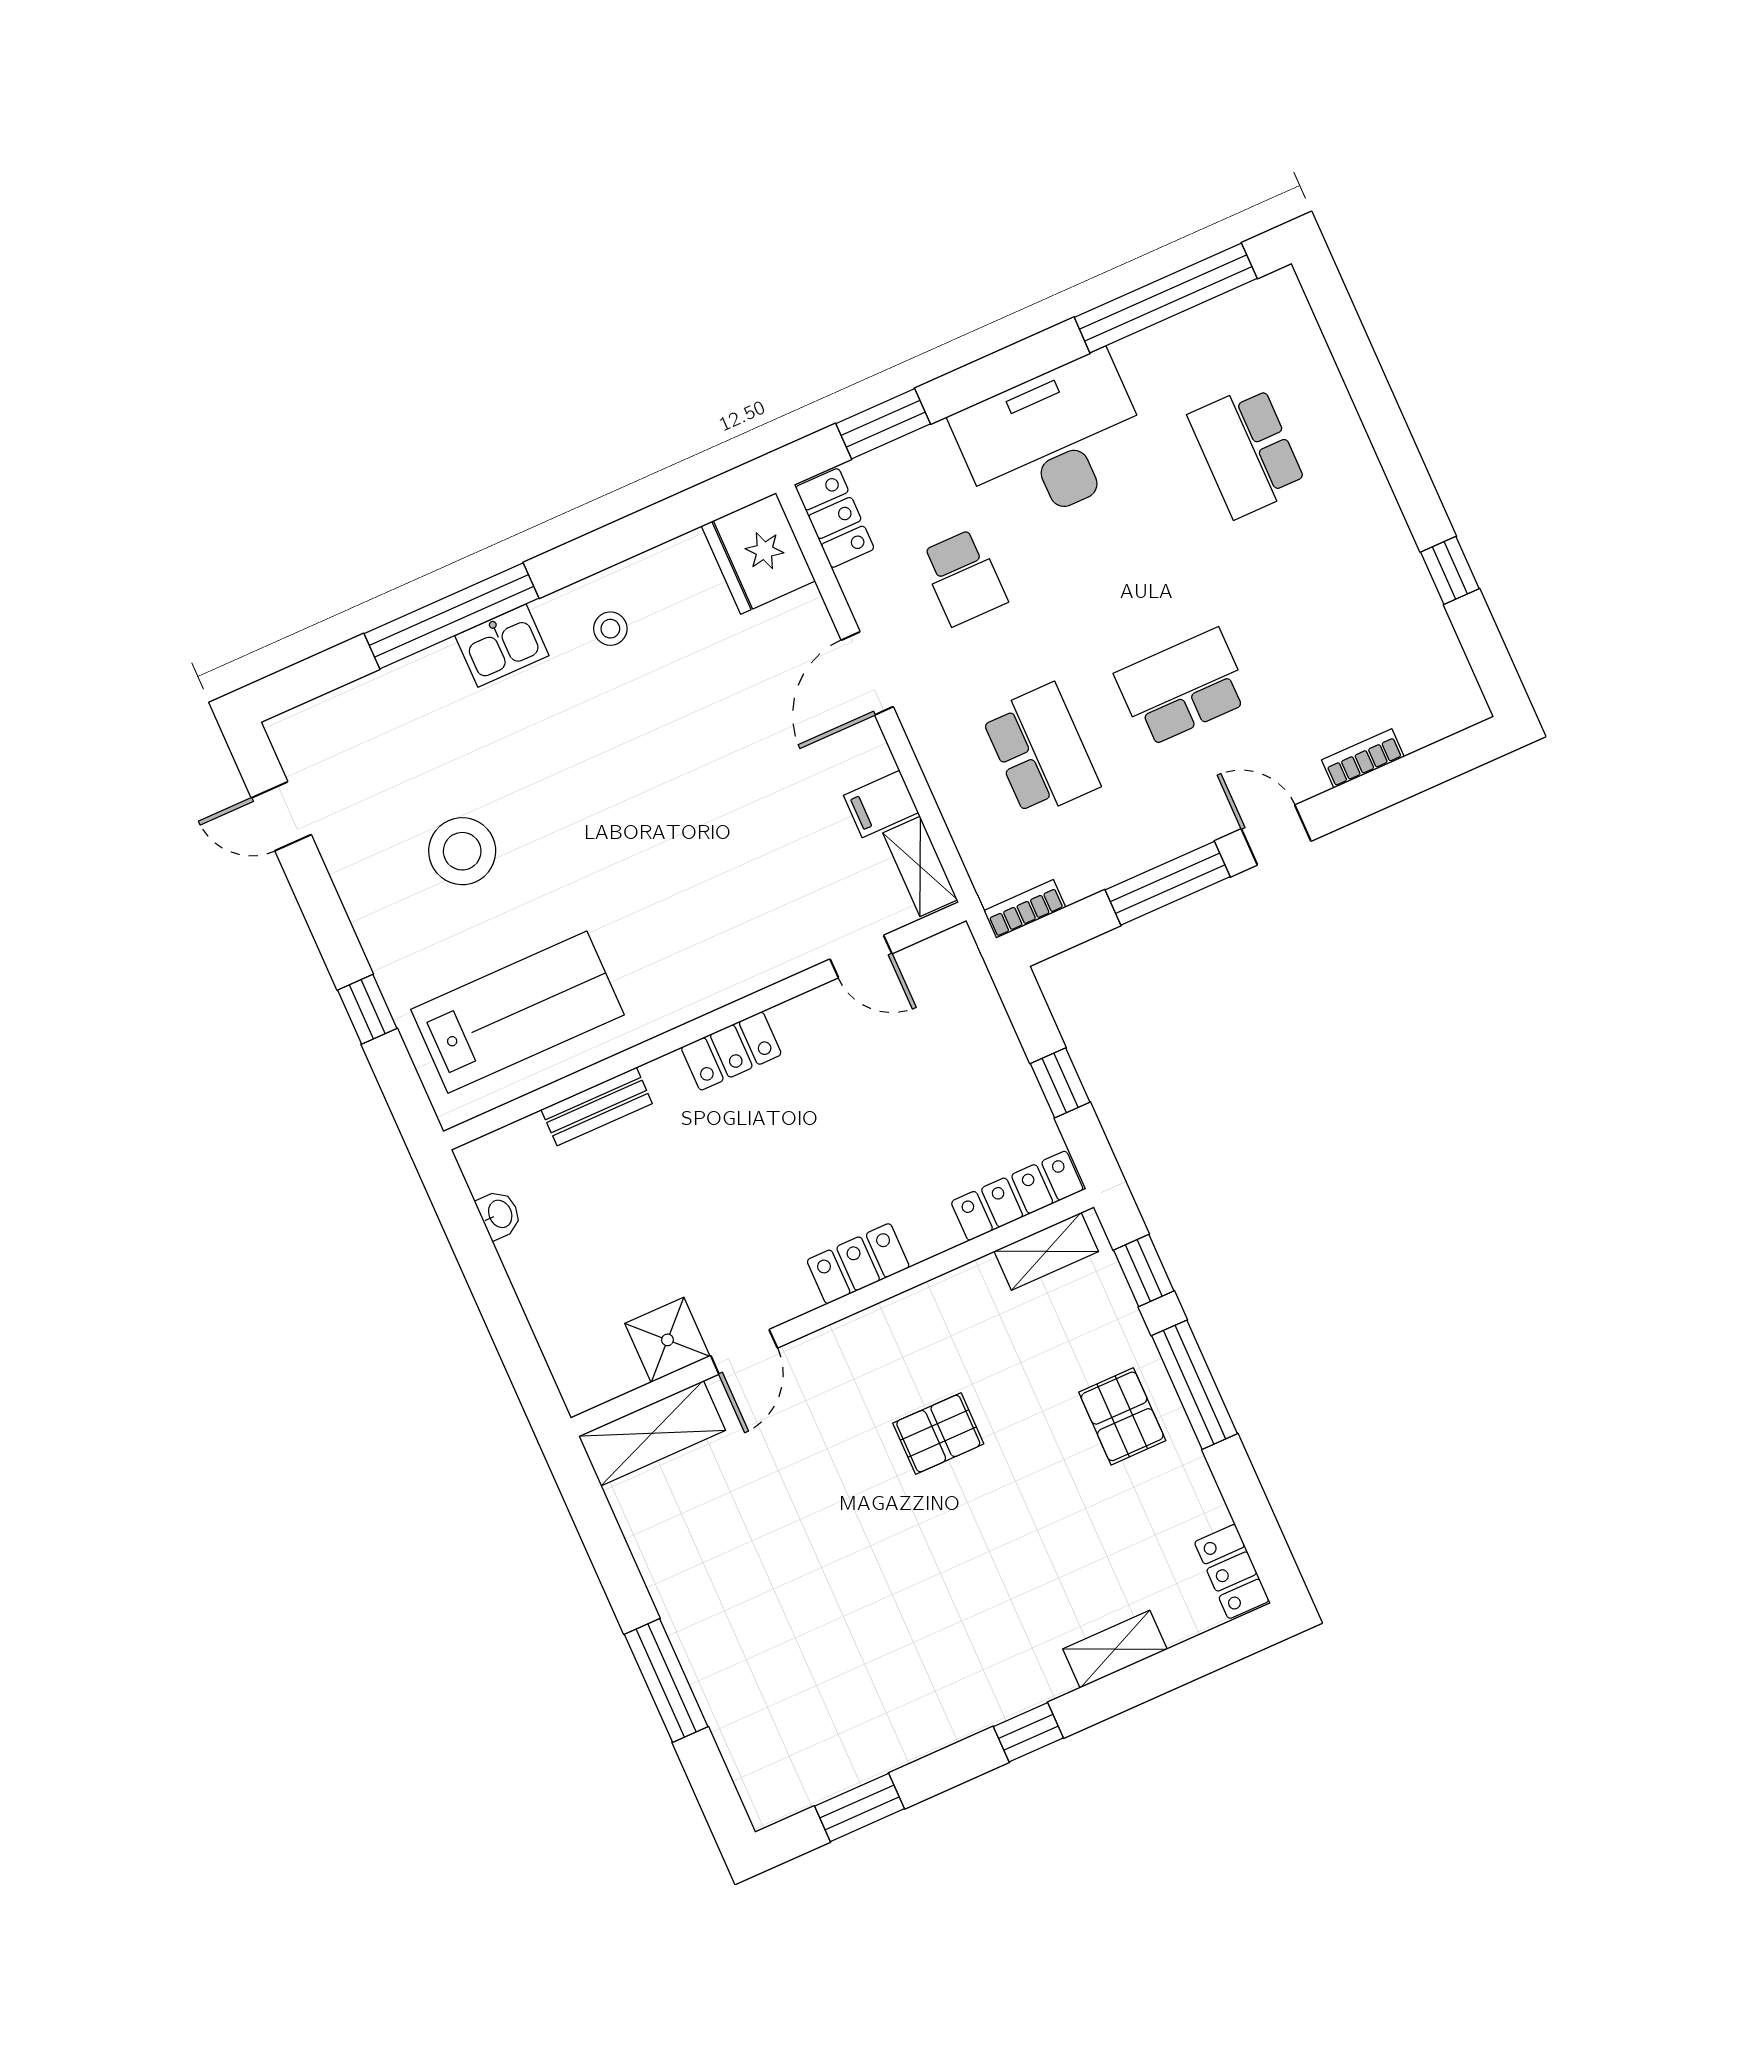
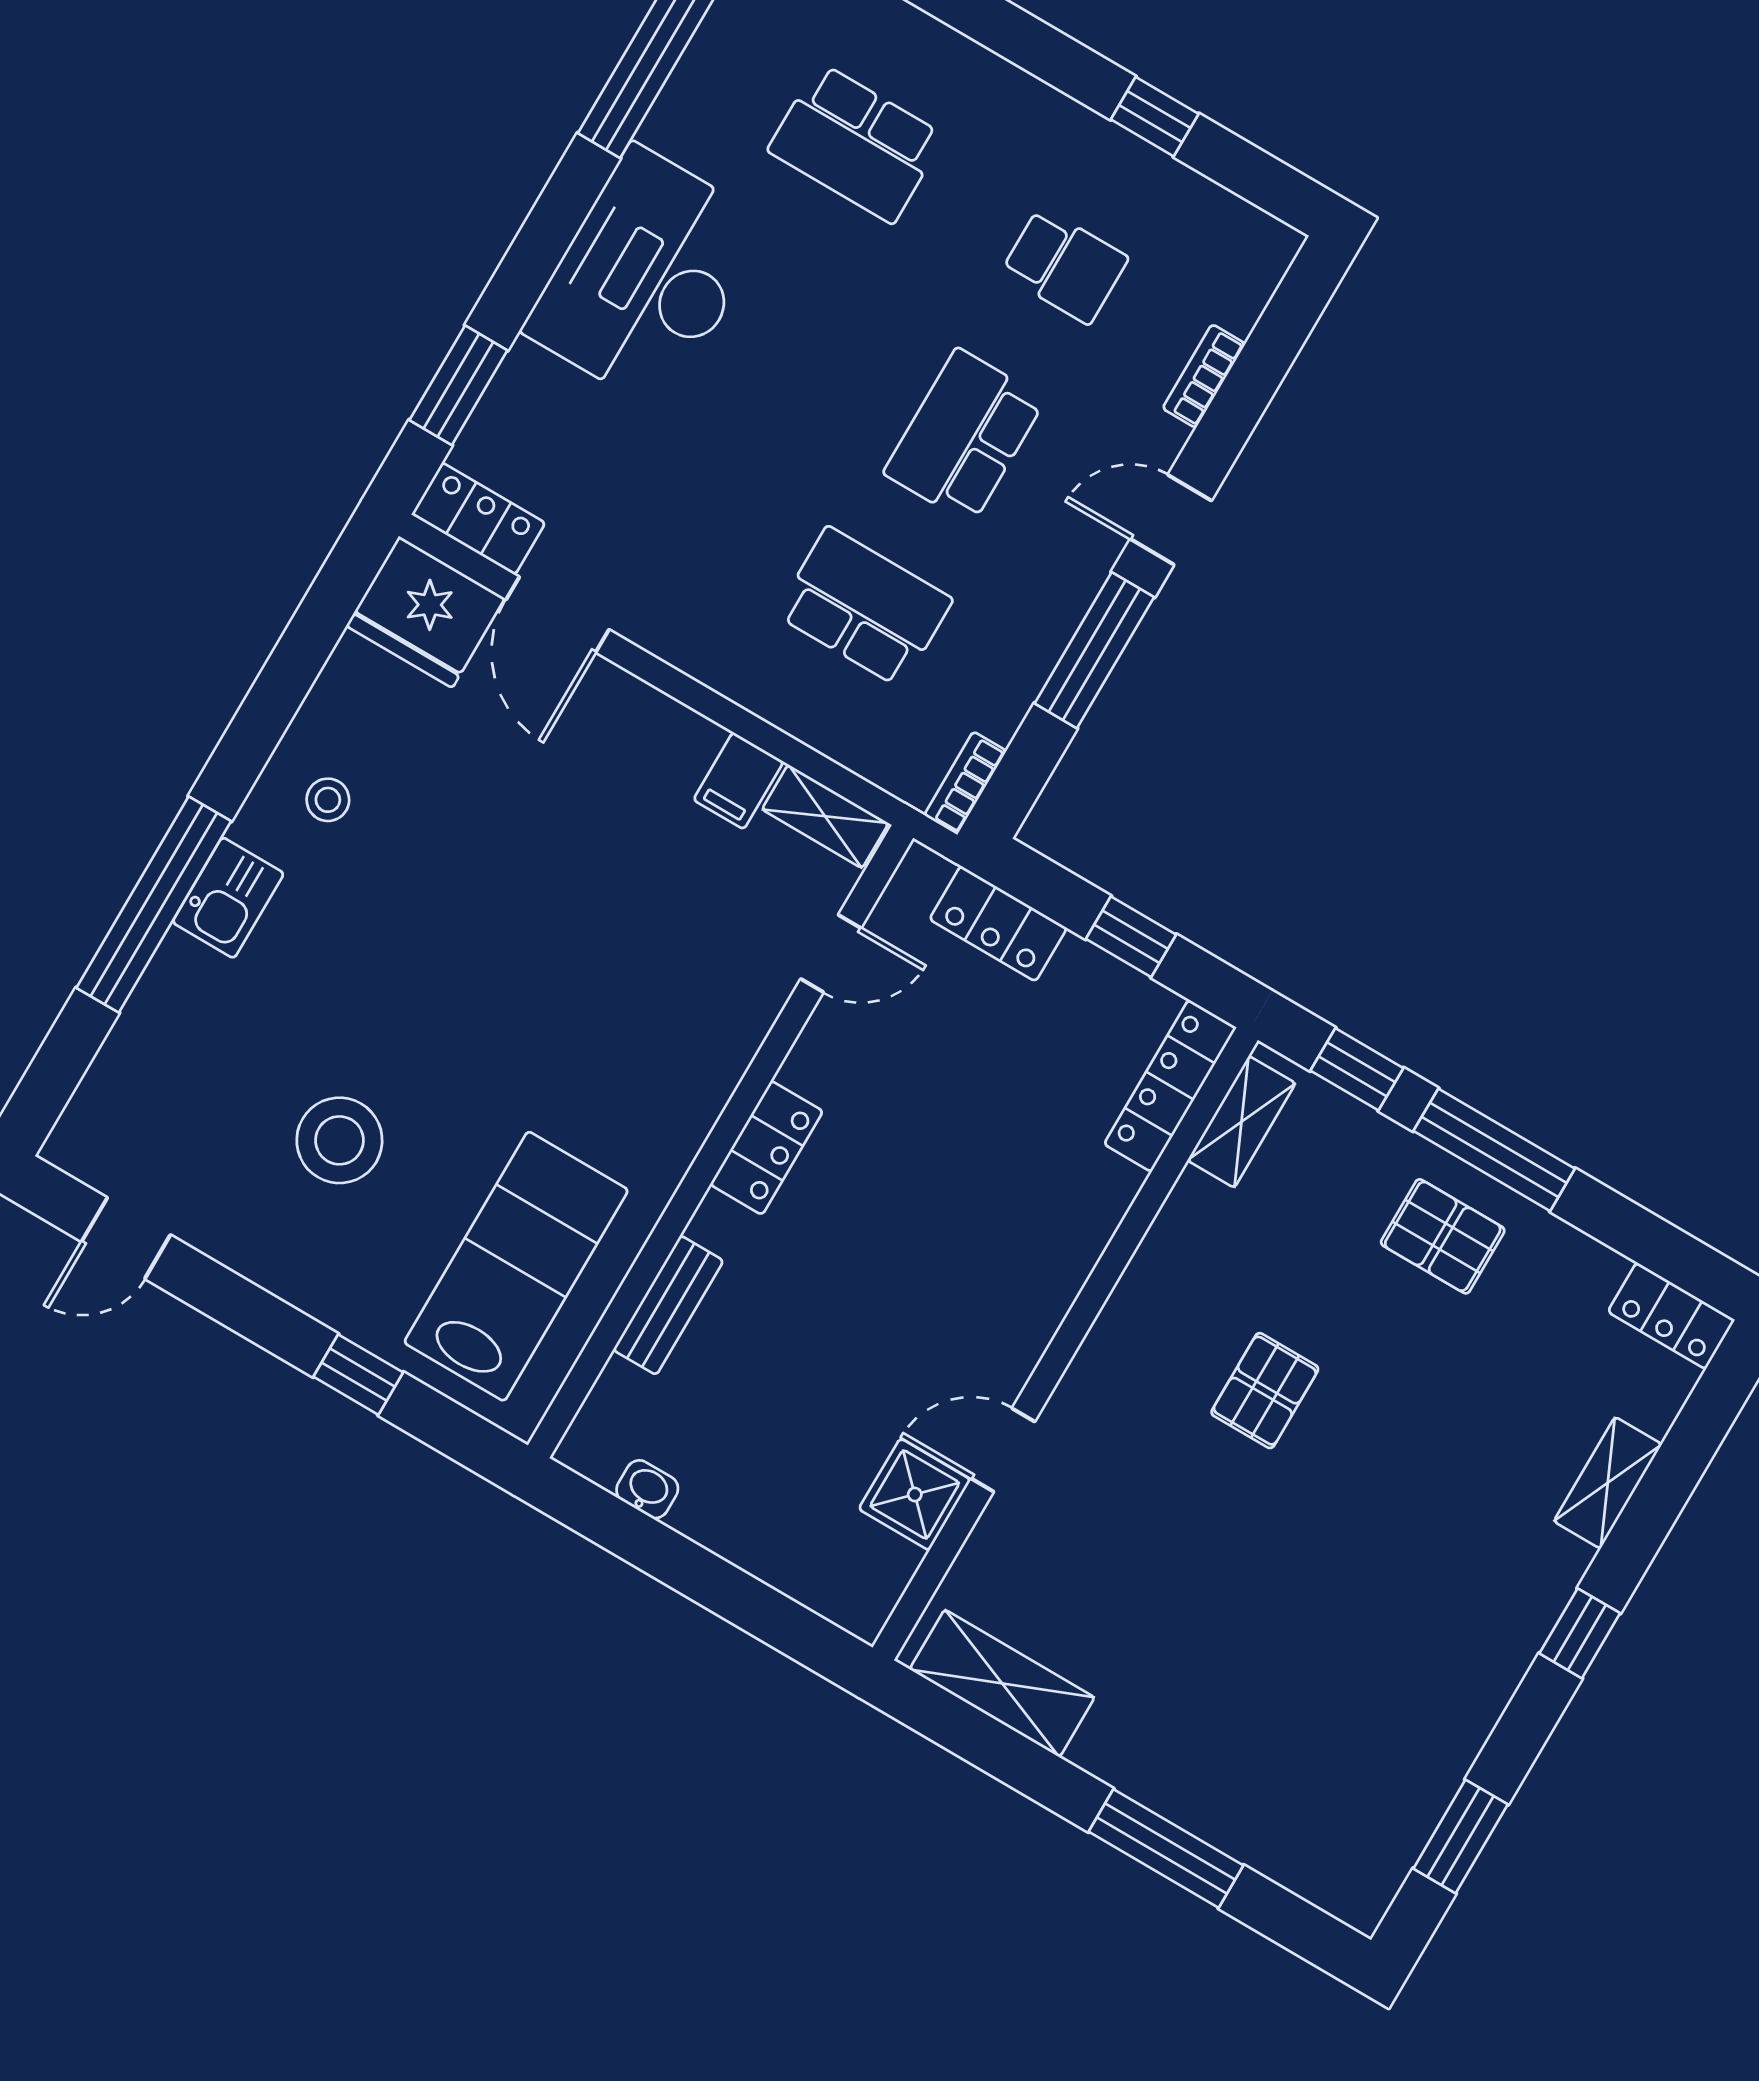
school desk: (963, 577) -> (1064, 265), moved
door: (867, 673) -> (558, 615), moved
locker: (858, 1264) -> (998, 924), moved, turned -90
door: (744, 1352) -> (1003, 1450), swing flipped
shelving: (652, 1433) -> (1002, 1683), moved, turned 90

